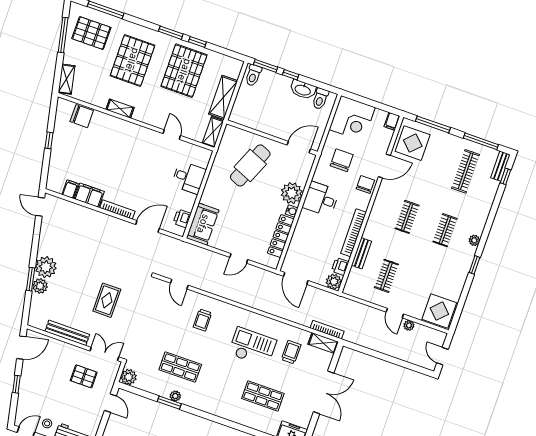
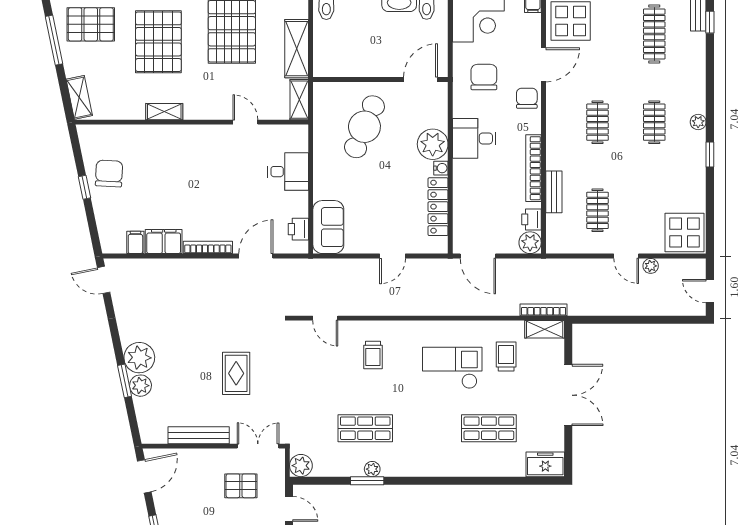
chair: (82, 116) -> (109, 174), moved, turned -87

